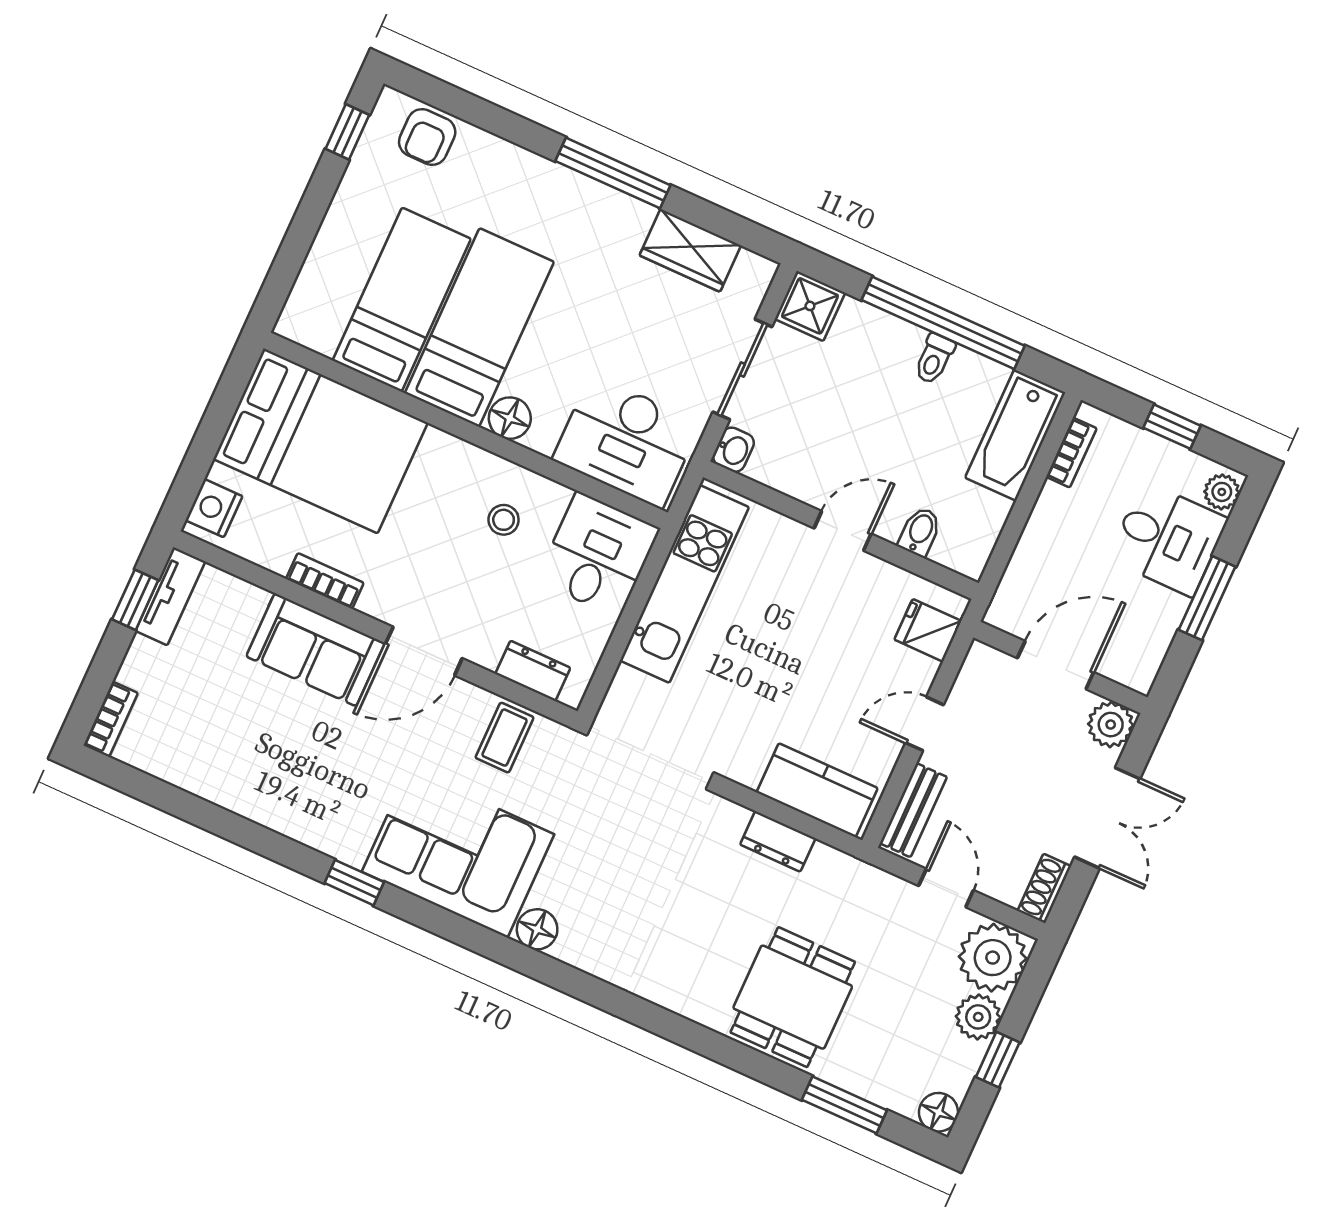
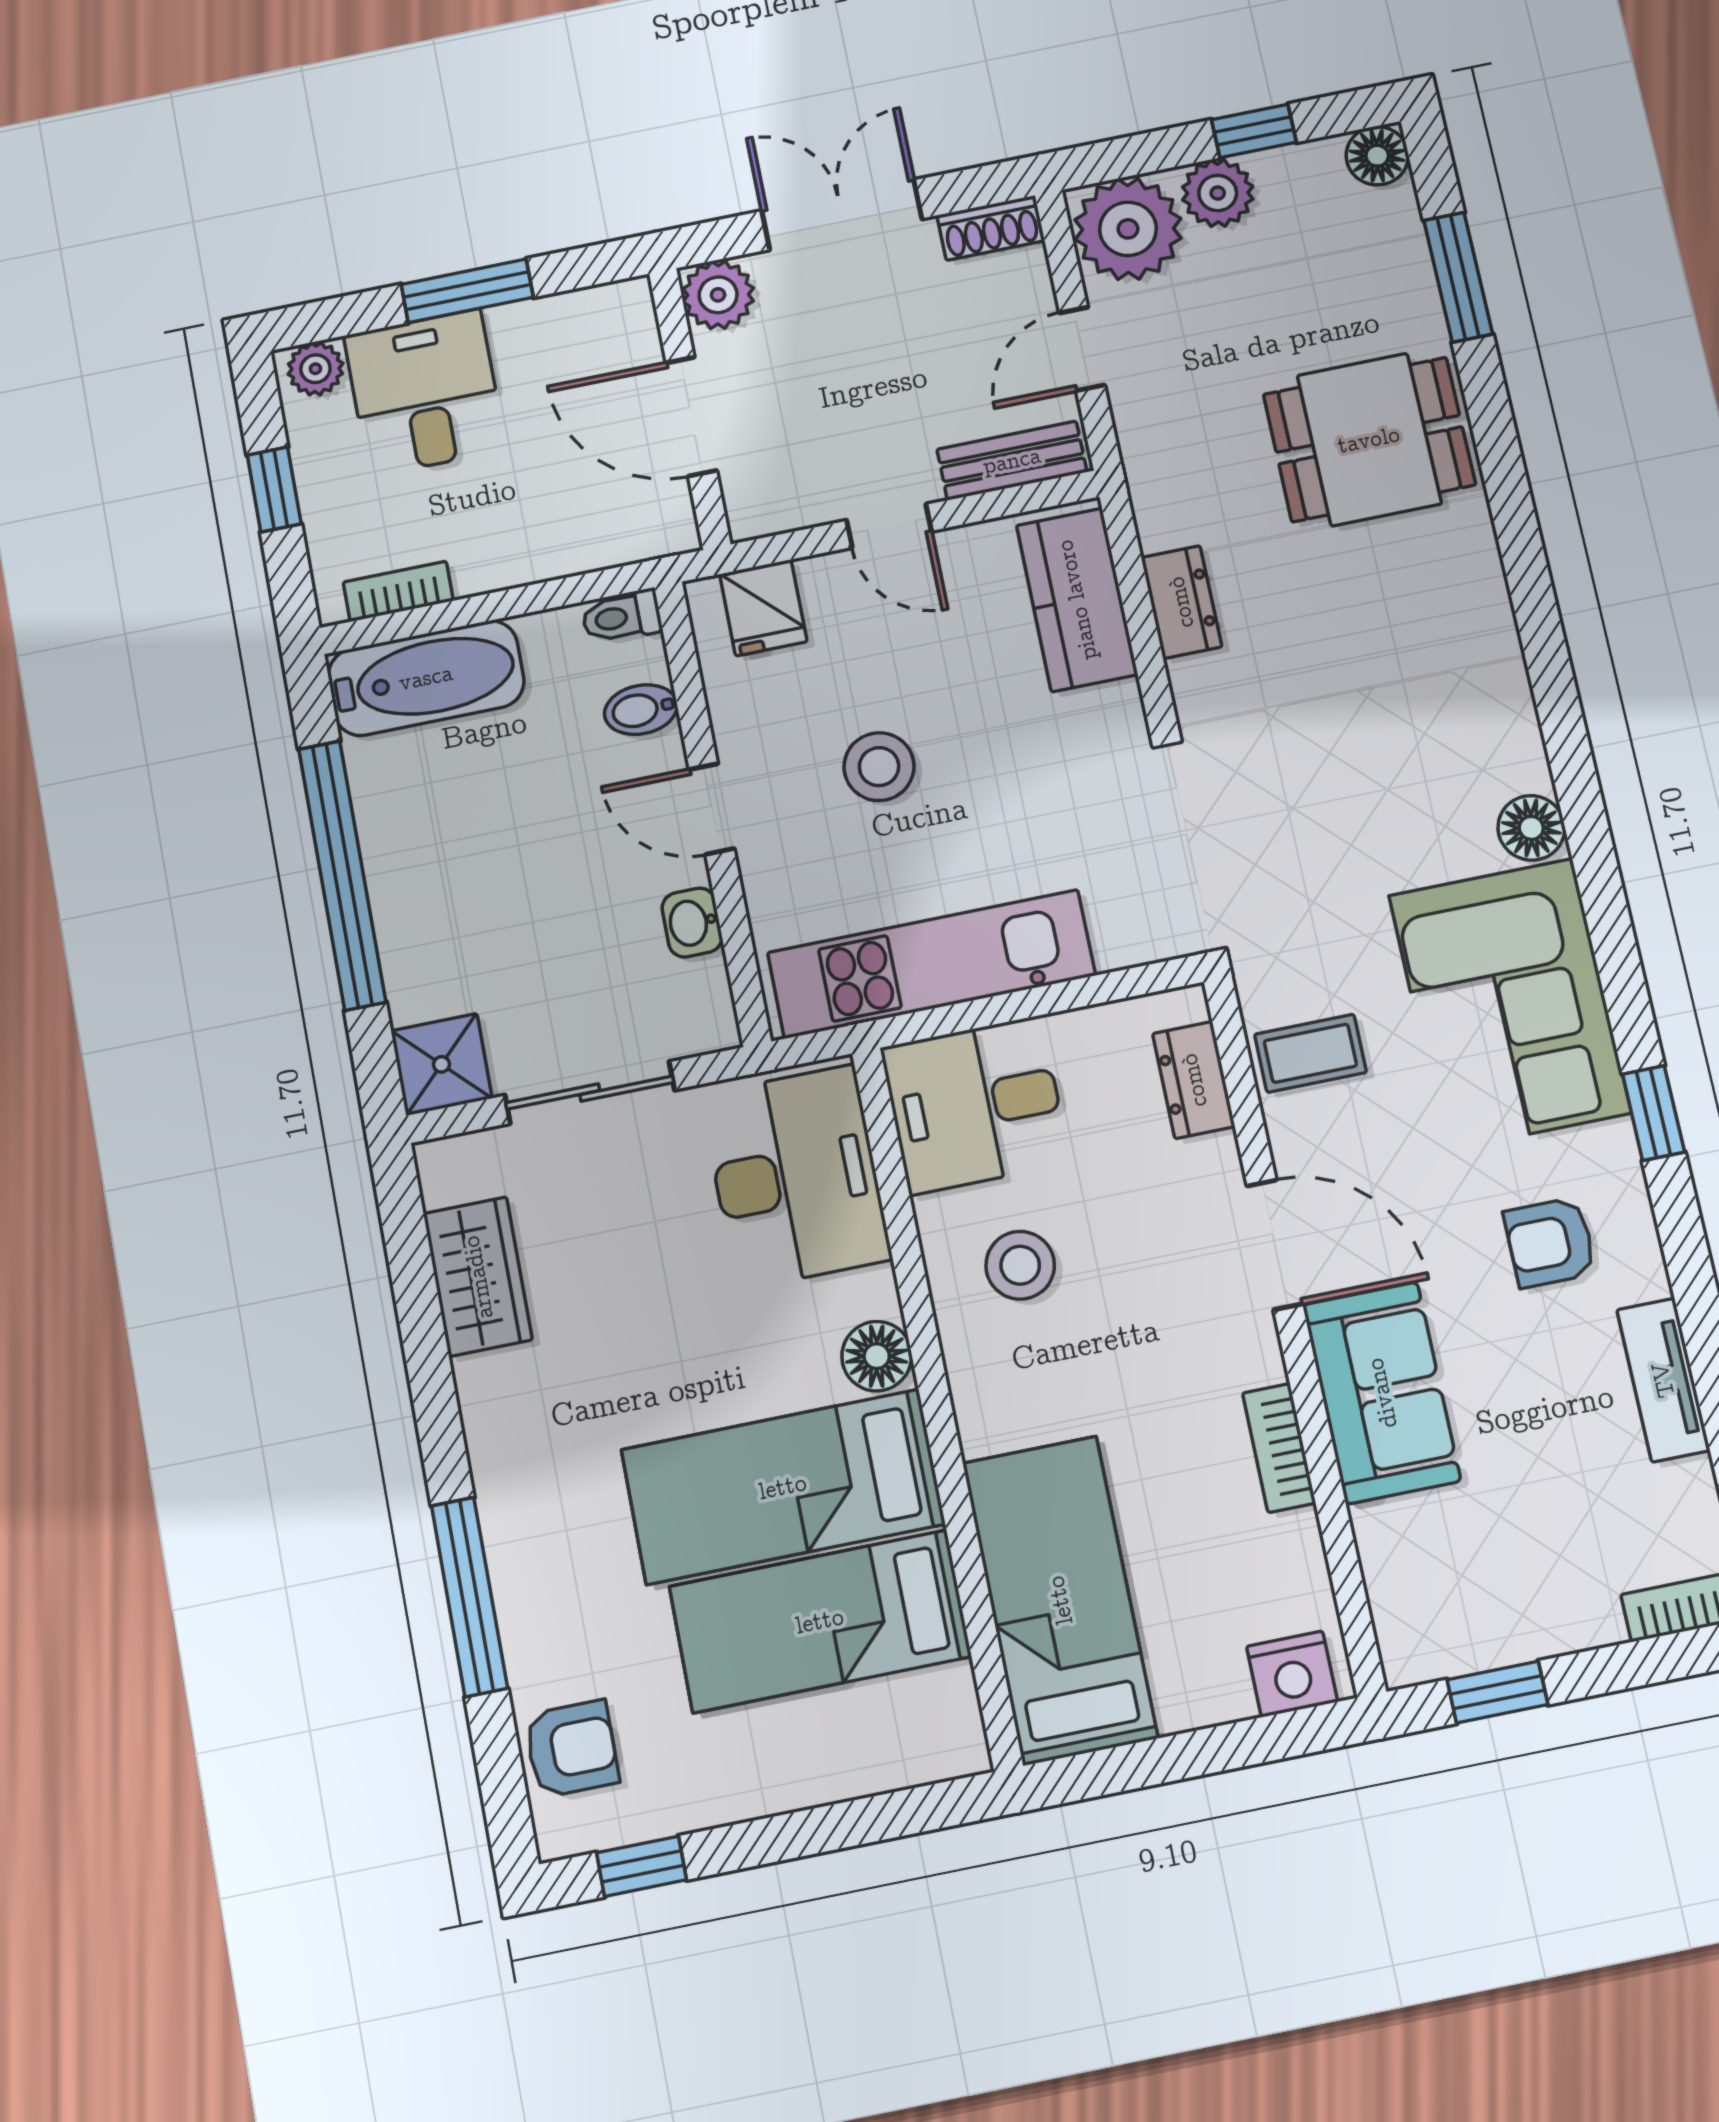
window: (613, 173) -> (469, 1597), moved
toilet: (934, 359) -> (622, 617), moved, turned 180
bed: (320, 441) -> (1060, 1600), width x0.67
washbasin: (733, 450) -> (692, 923), moved, turned -90
stool: (504, 520) -> (1020, 1265), width x1.37, depth x1.37
tv unit: (170, 596) -> (1663, 1380), moved, turned -90
stool: (803, 630) -> (879, 767), added
armchair: (328, 785) -> (1550, 1242), added

